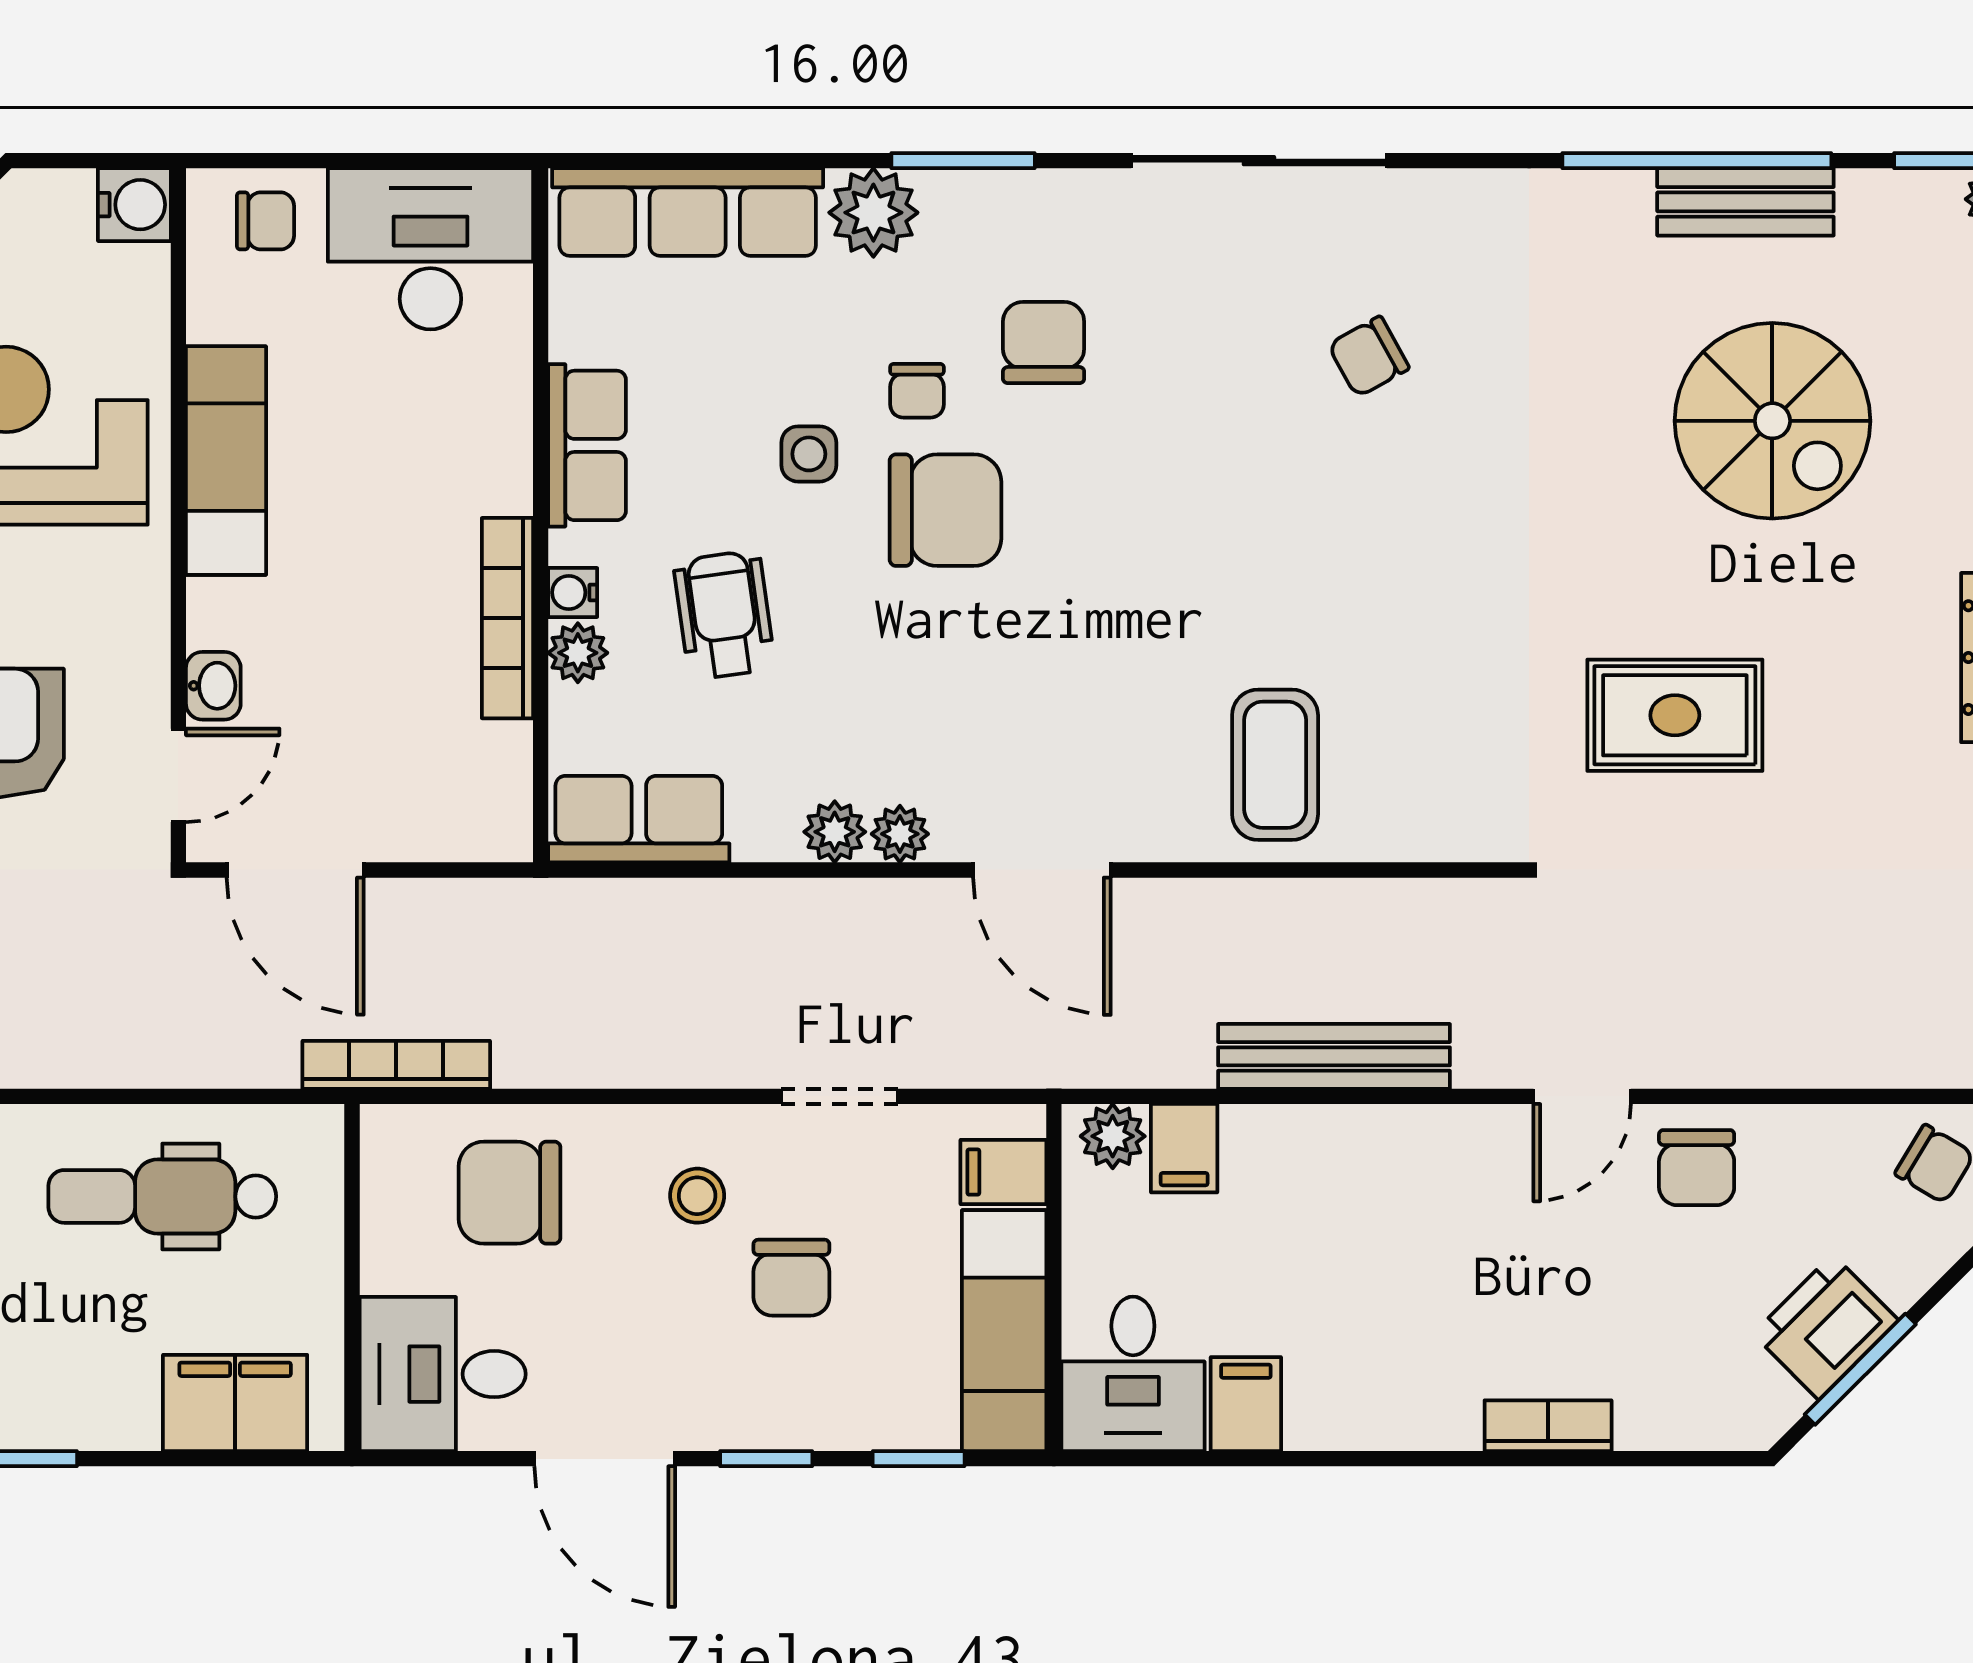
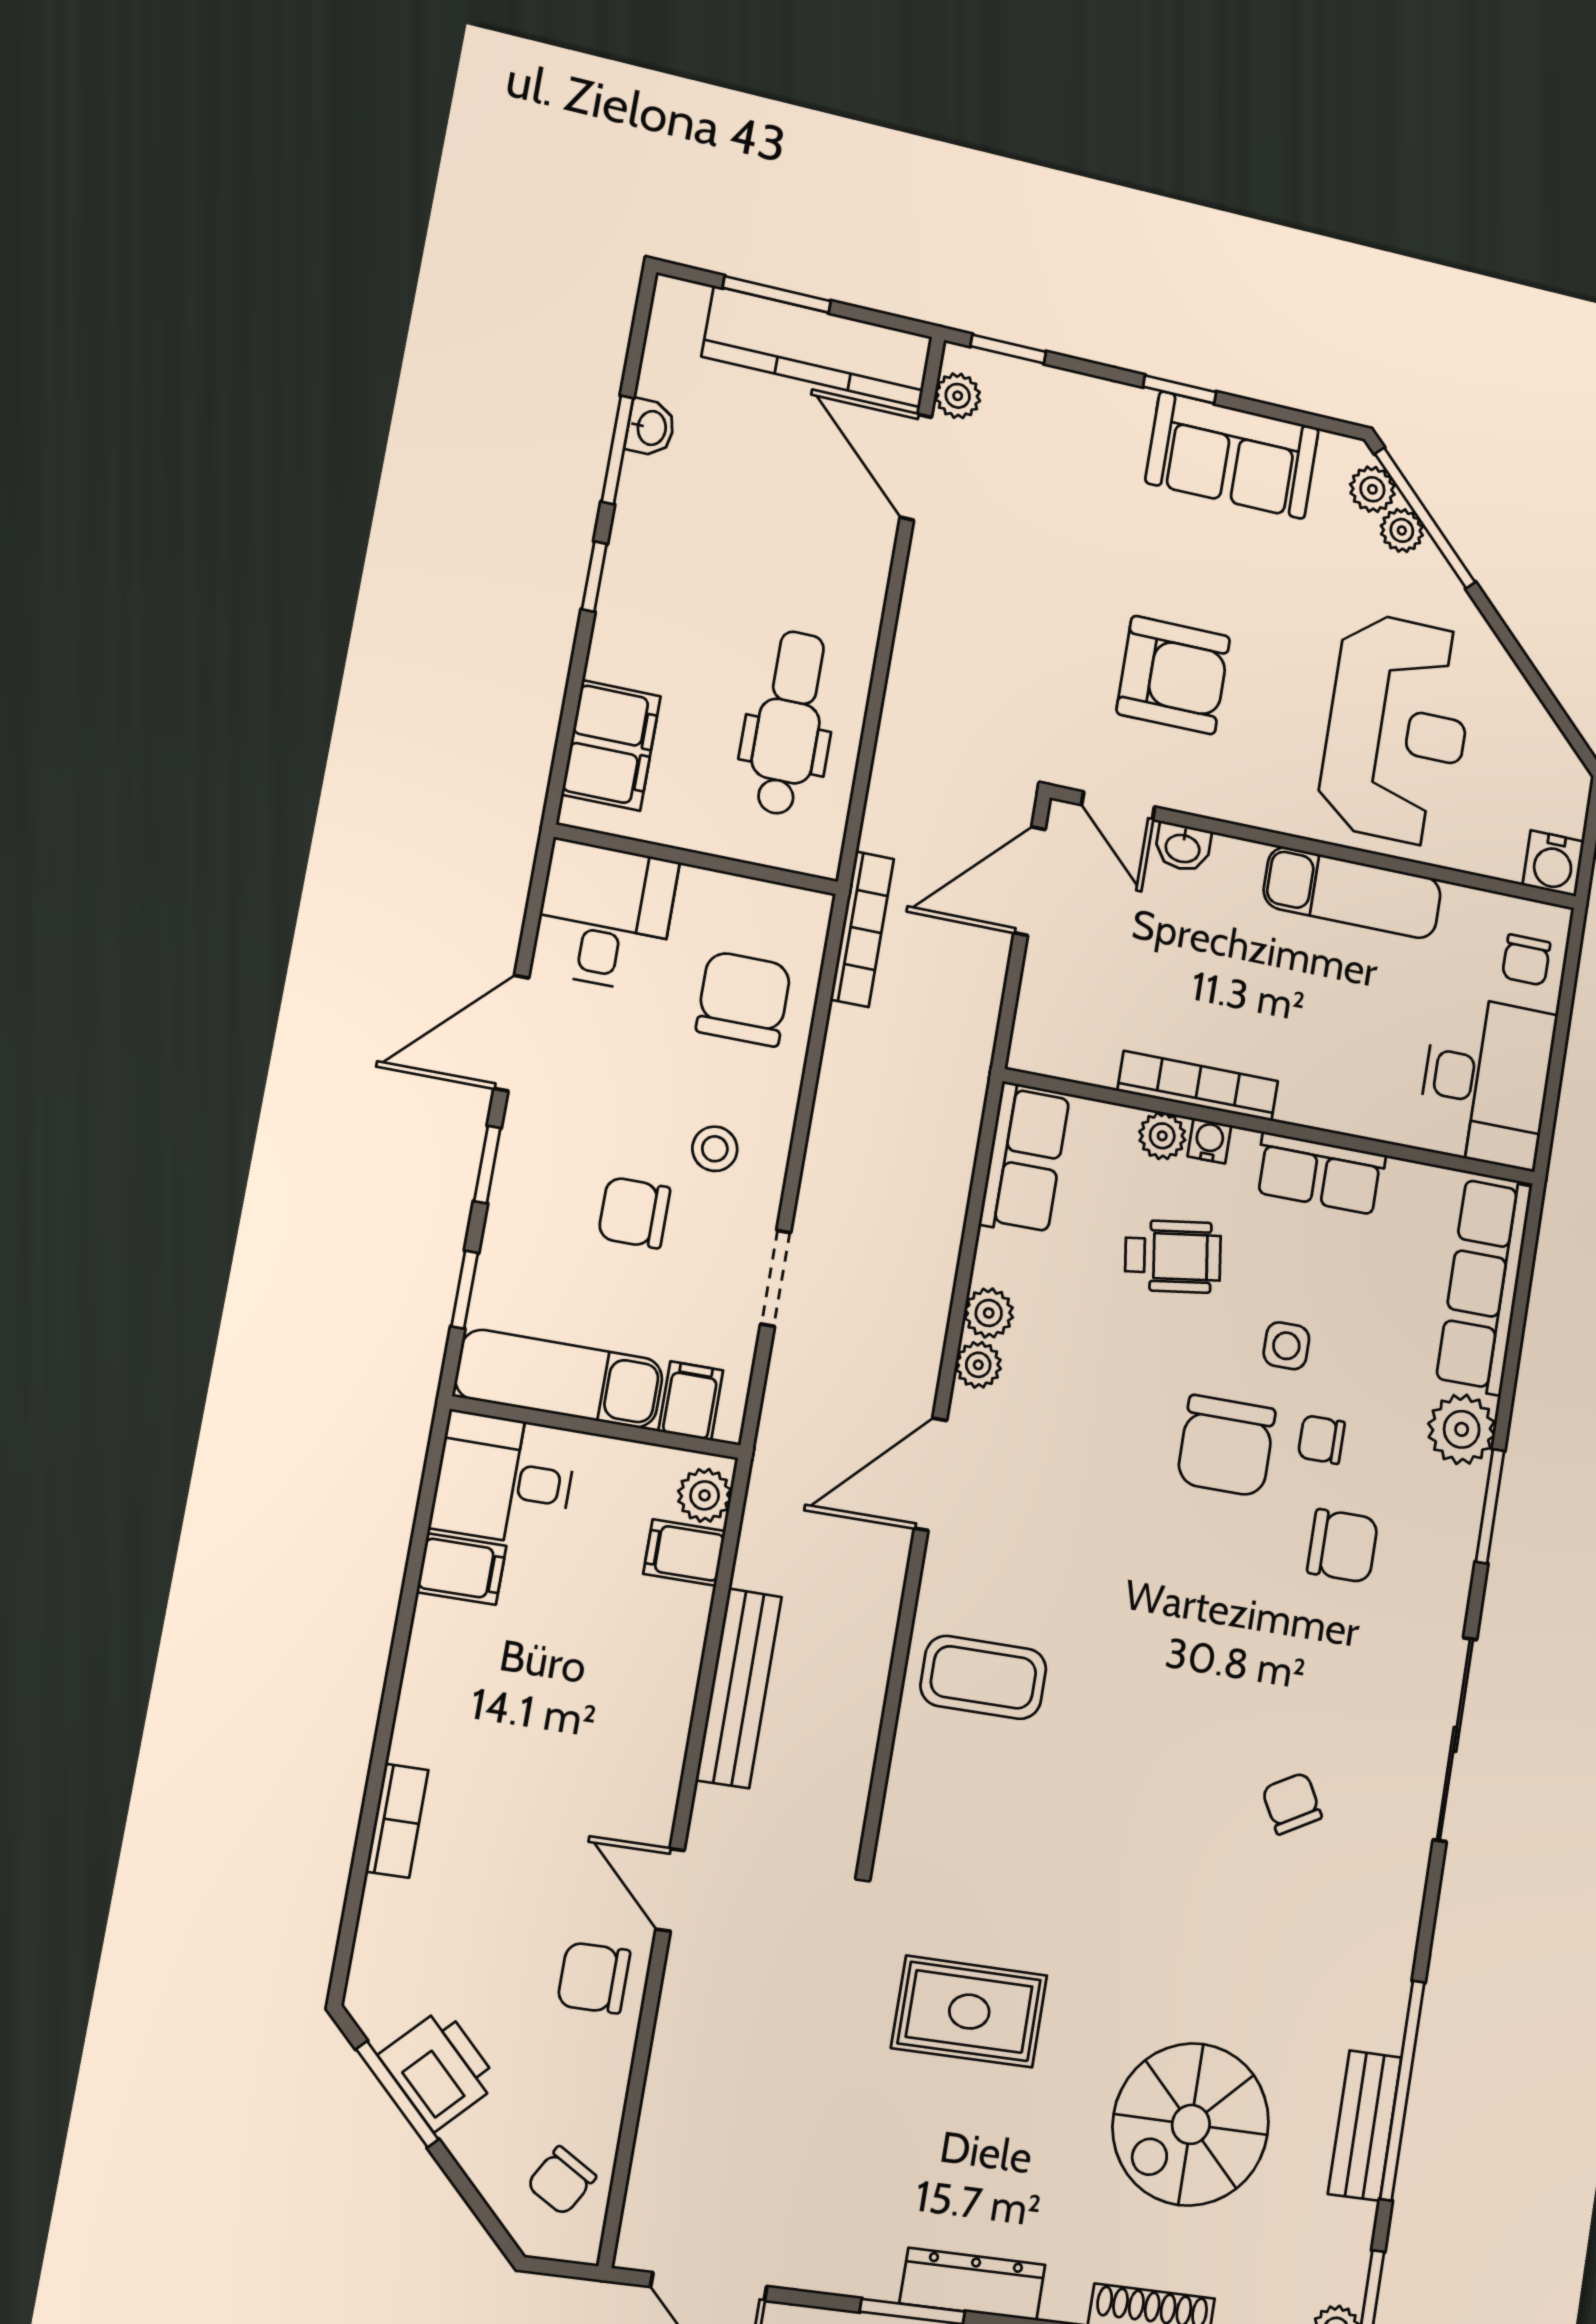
rug: (1675, 715) -> (969, 2012), turned 90

